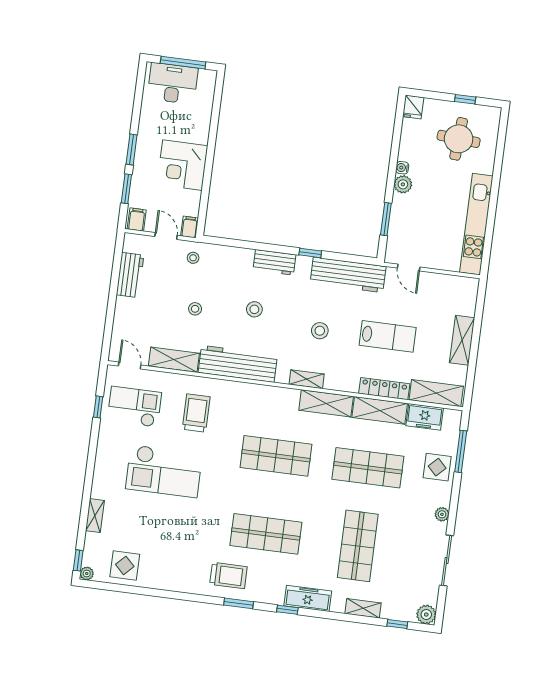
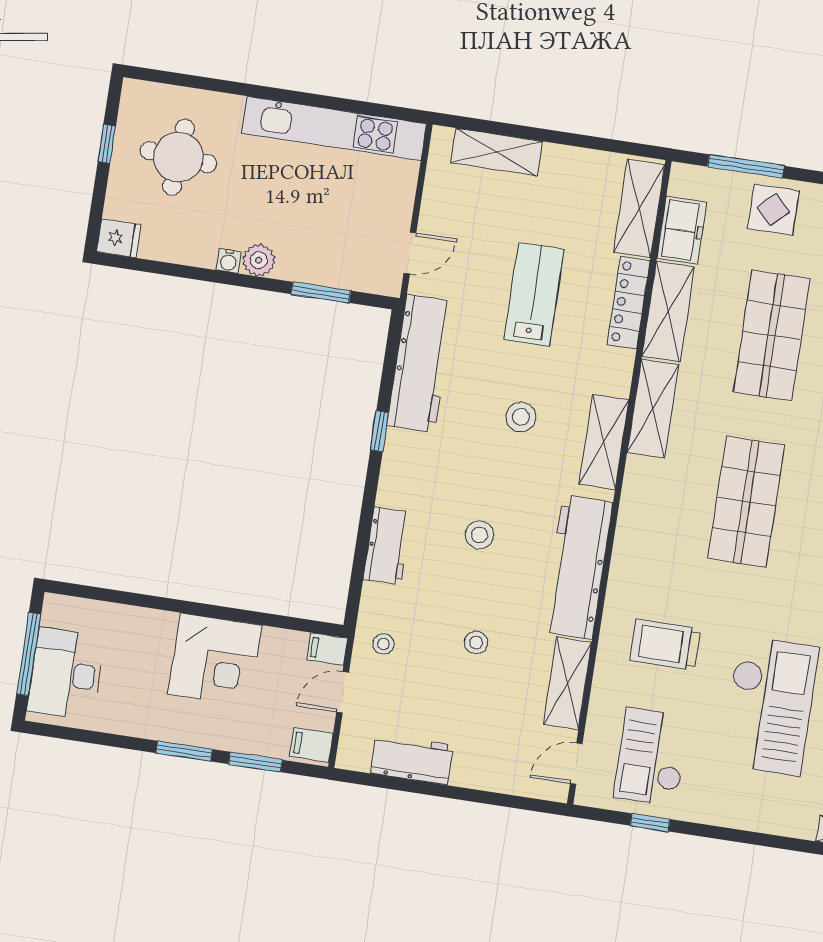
workbench: (274, 262) -> (387, 546), moved
shelving: (462, 340) -> (497, 152), moved
shelving: (307, 379) -> (604, 442), width x1.50, depth x1.33

